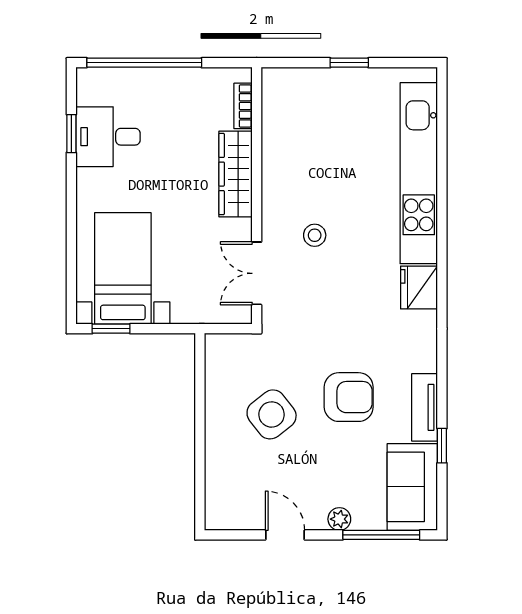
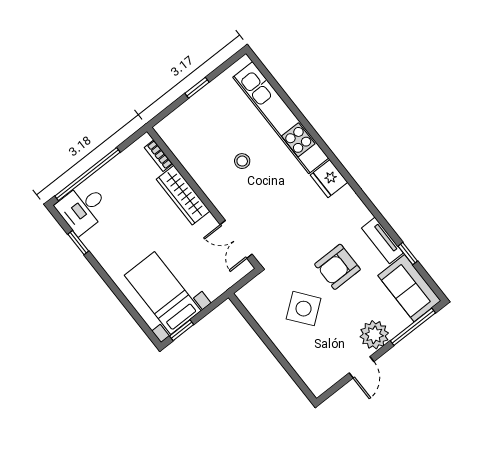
desk: (108, 137) -> (83, 208), moved
stool: (315, 235) -> (242, 161), moved
armchair: (349, 397) -> (337, 267), turned 180
plant: (339, 519) -> (374, 335), width x1.88, depth x1.88
door: (285, 535) -> (361, 367), swing flipped

